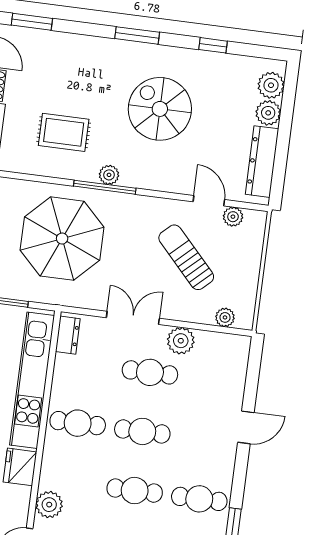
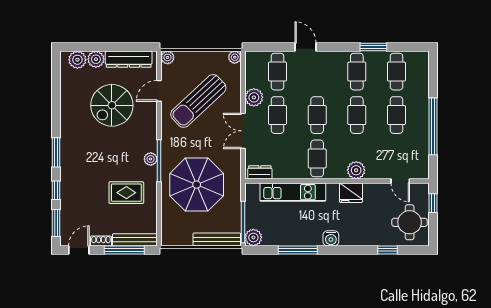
window: (213, 45) -> (56, 190), moved
spiral stairs: (160, 109) -> (112, 105), moved
rug: (64, 132) -> (126, 193), turned 90
plant: (233, 217) -> (168, 57), moved
sun lounger: (186, 257) -> (198, 101), width x1.36, depth x1.34
plant: (225, 317) -> (235, 57), moved
kitchen unit: (32, 380) -> (293, 192), width x0.73
cafe table: (215, 381) -> (277, 72), added
plant: (49, 505) -> (356, 170), moved

